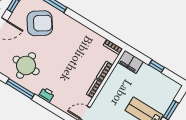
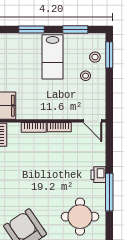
window: (20, 89) -> (109, 192), moved

